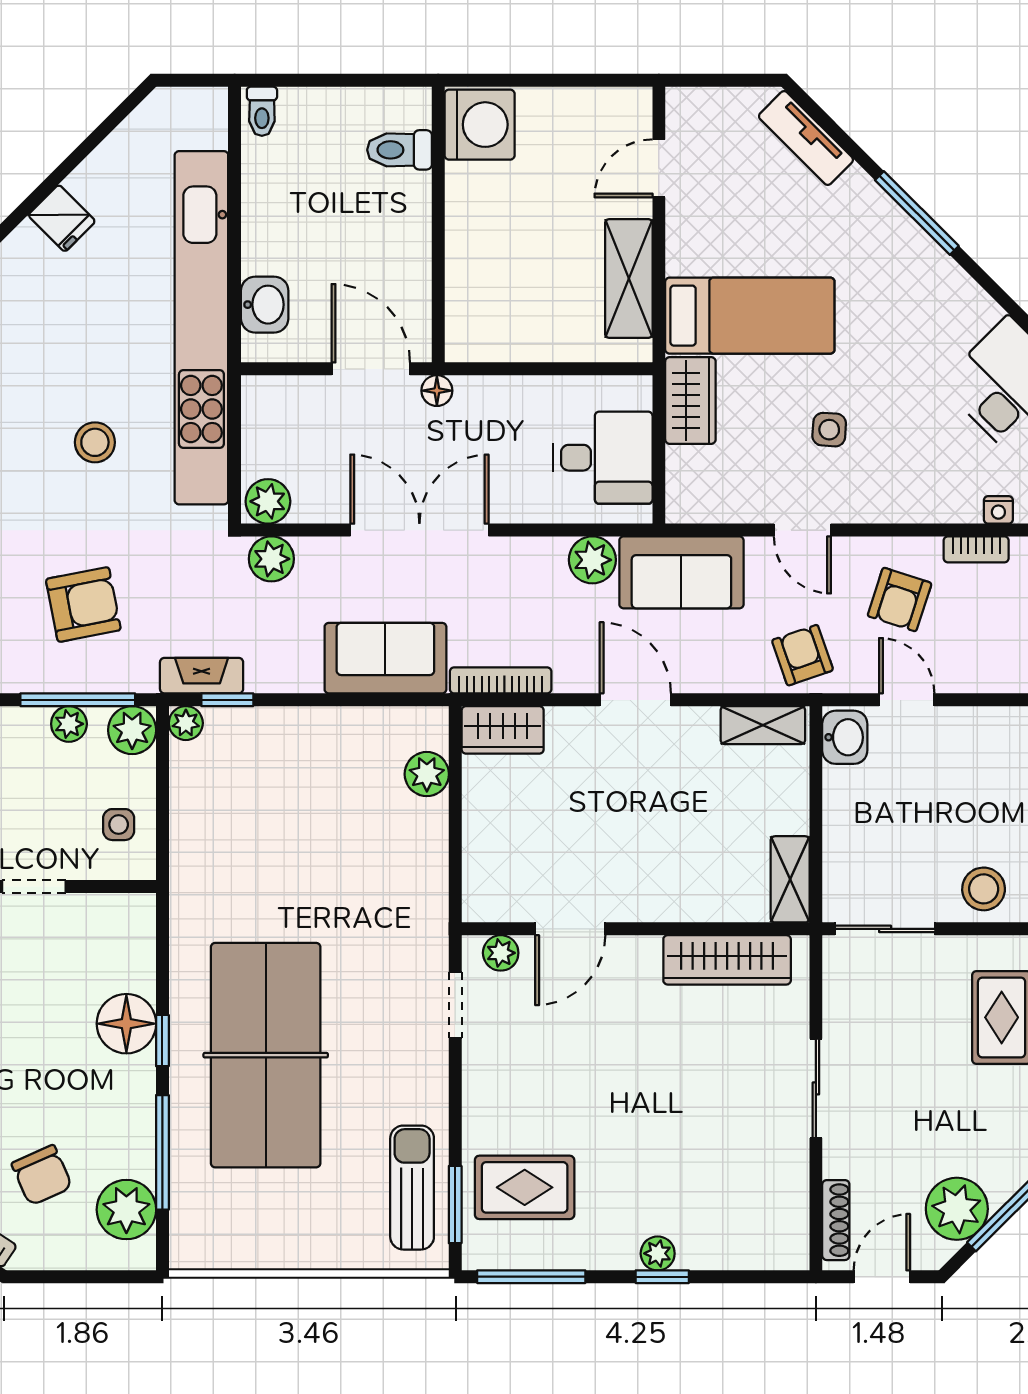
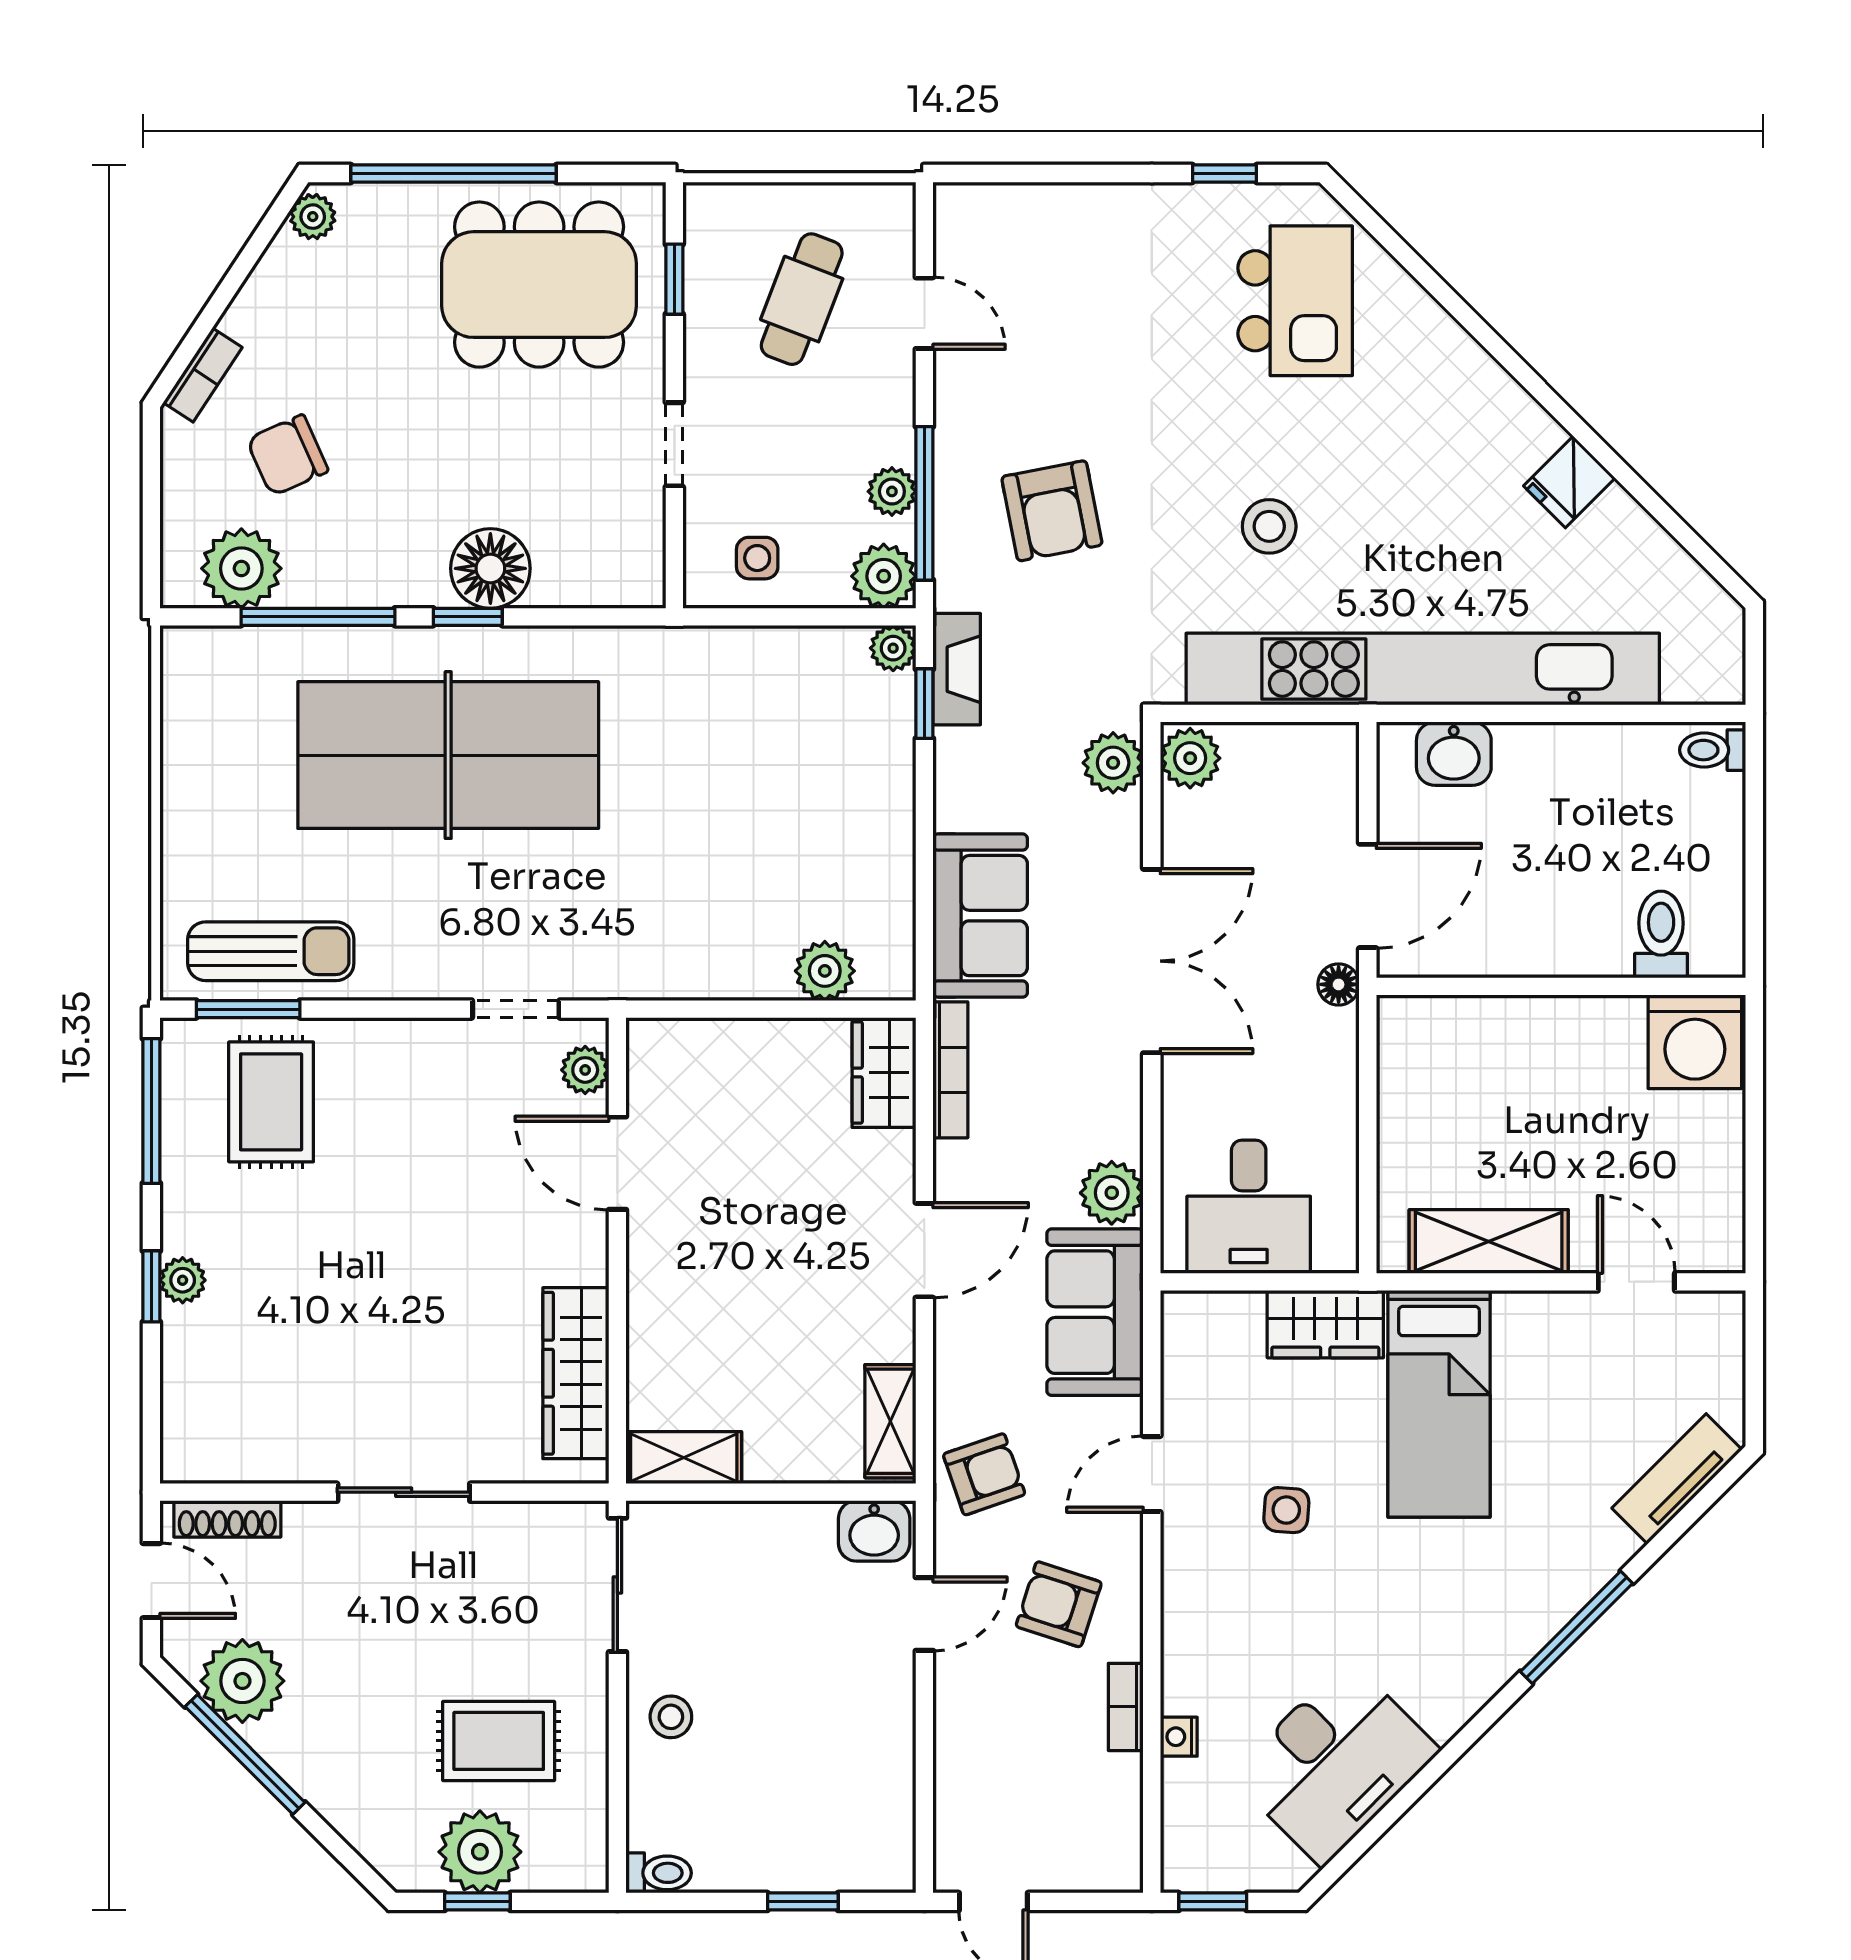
stool: (984, 889) -> (671, 1717), width x0.73, depth x0.73

